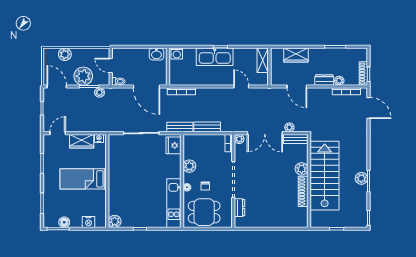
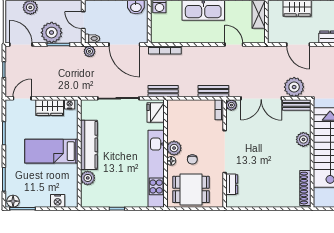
plant: (99, 92) -> (89, 51), moved
bench: (207, 127) -> (213, 91), moved
plant: (289, 127) -> (294, 87), width x1.87, depth x1.87
plant: (189, 166) -> (174, 148), moved
kitchen counter: (116, 174) -> (89, 145), added
shoe rack: (303, 191) -> (305, 188), moved
kitchen unit: (174, 203) -> (156, 169), width x1.36
plant: (115, 221) -> (88, 178), moved
floor lamp: (64, 222) -> (13, 201), moved

